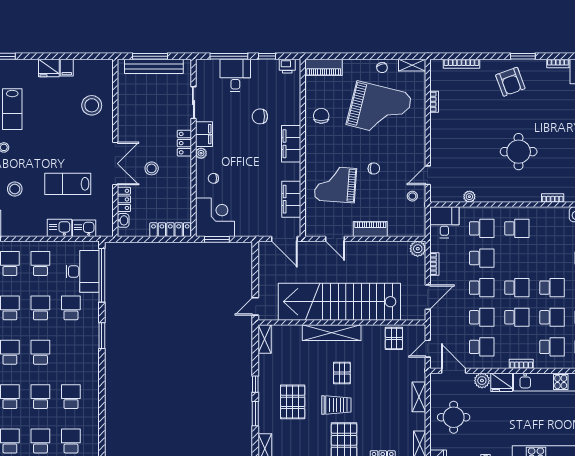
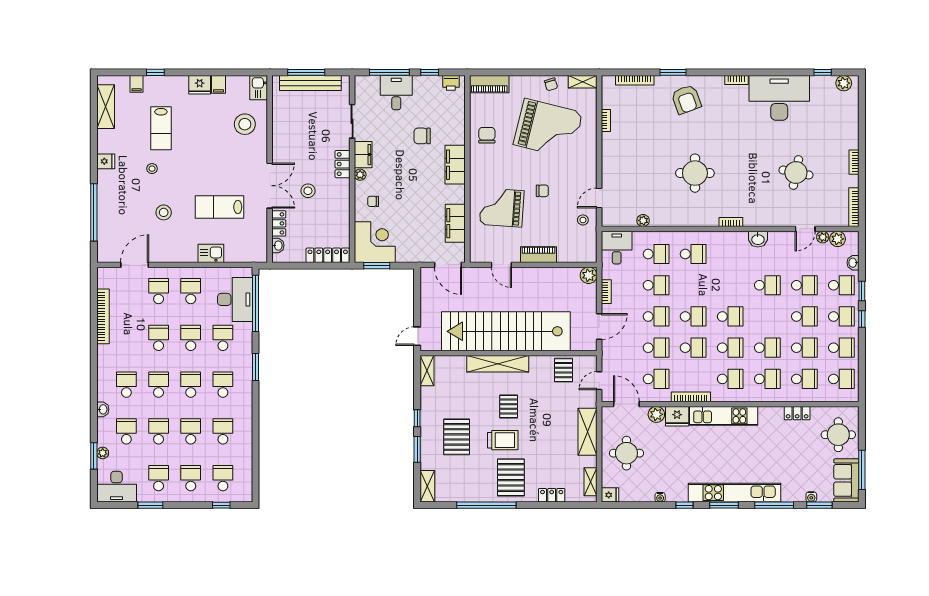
window: (523, 56) -> (673, 72), moved
kitchen sink: (84, 228) -> (259, 88), moved, turned -90
school desk: (71, 352) -> (223, 385), added
bookcase: (521, 364) -> (691, 397), width x1.56
shelving: (419, 397) -> (587, 432), width x1.50, depth x1.33

